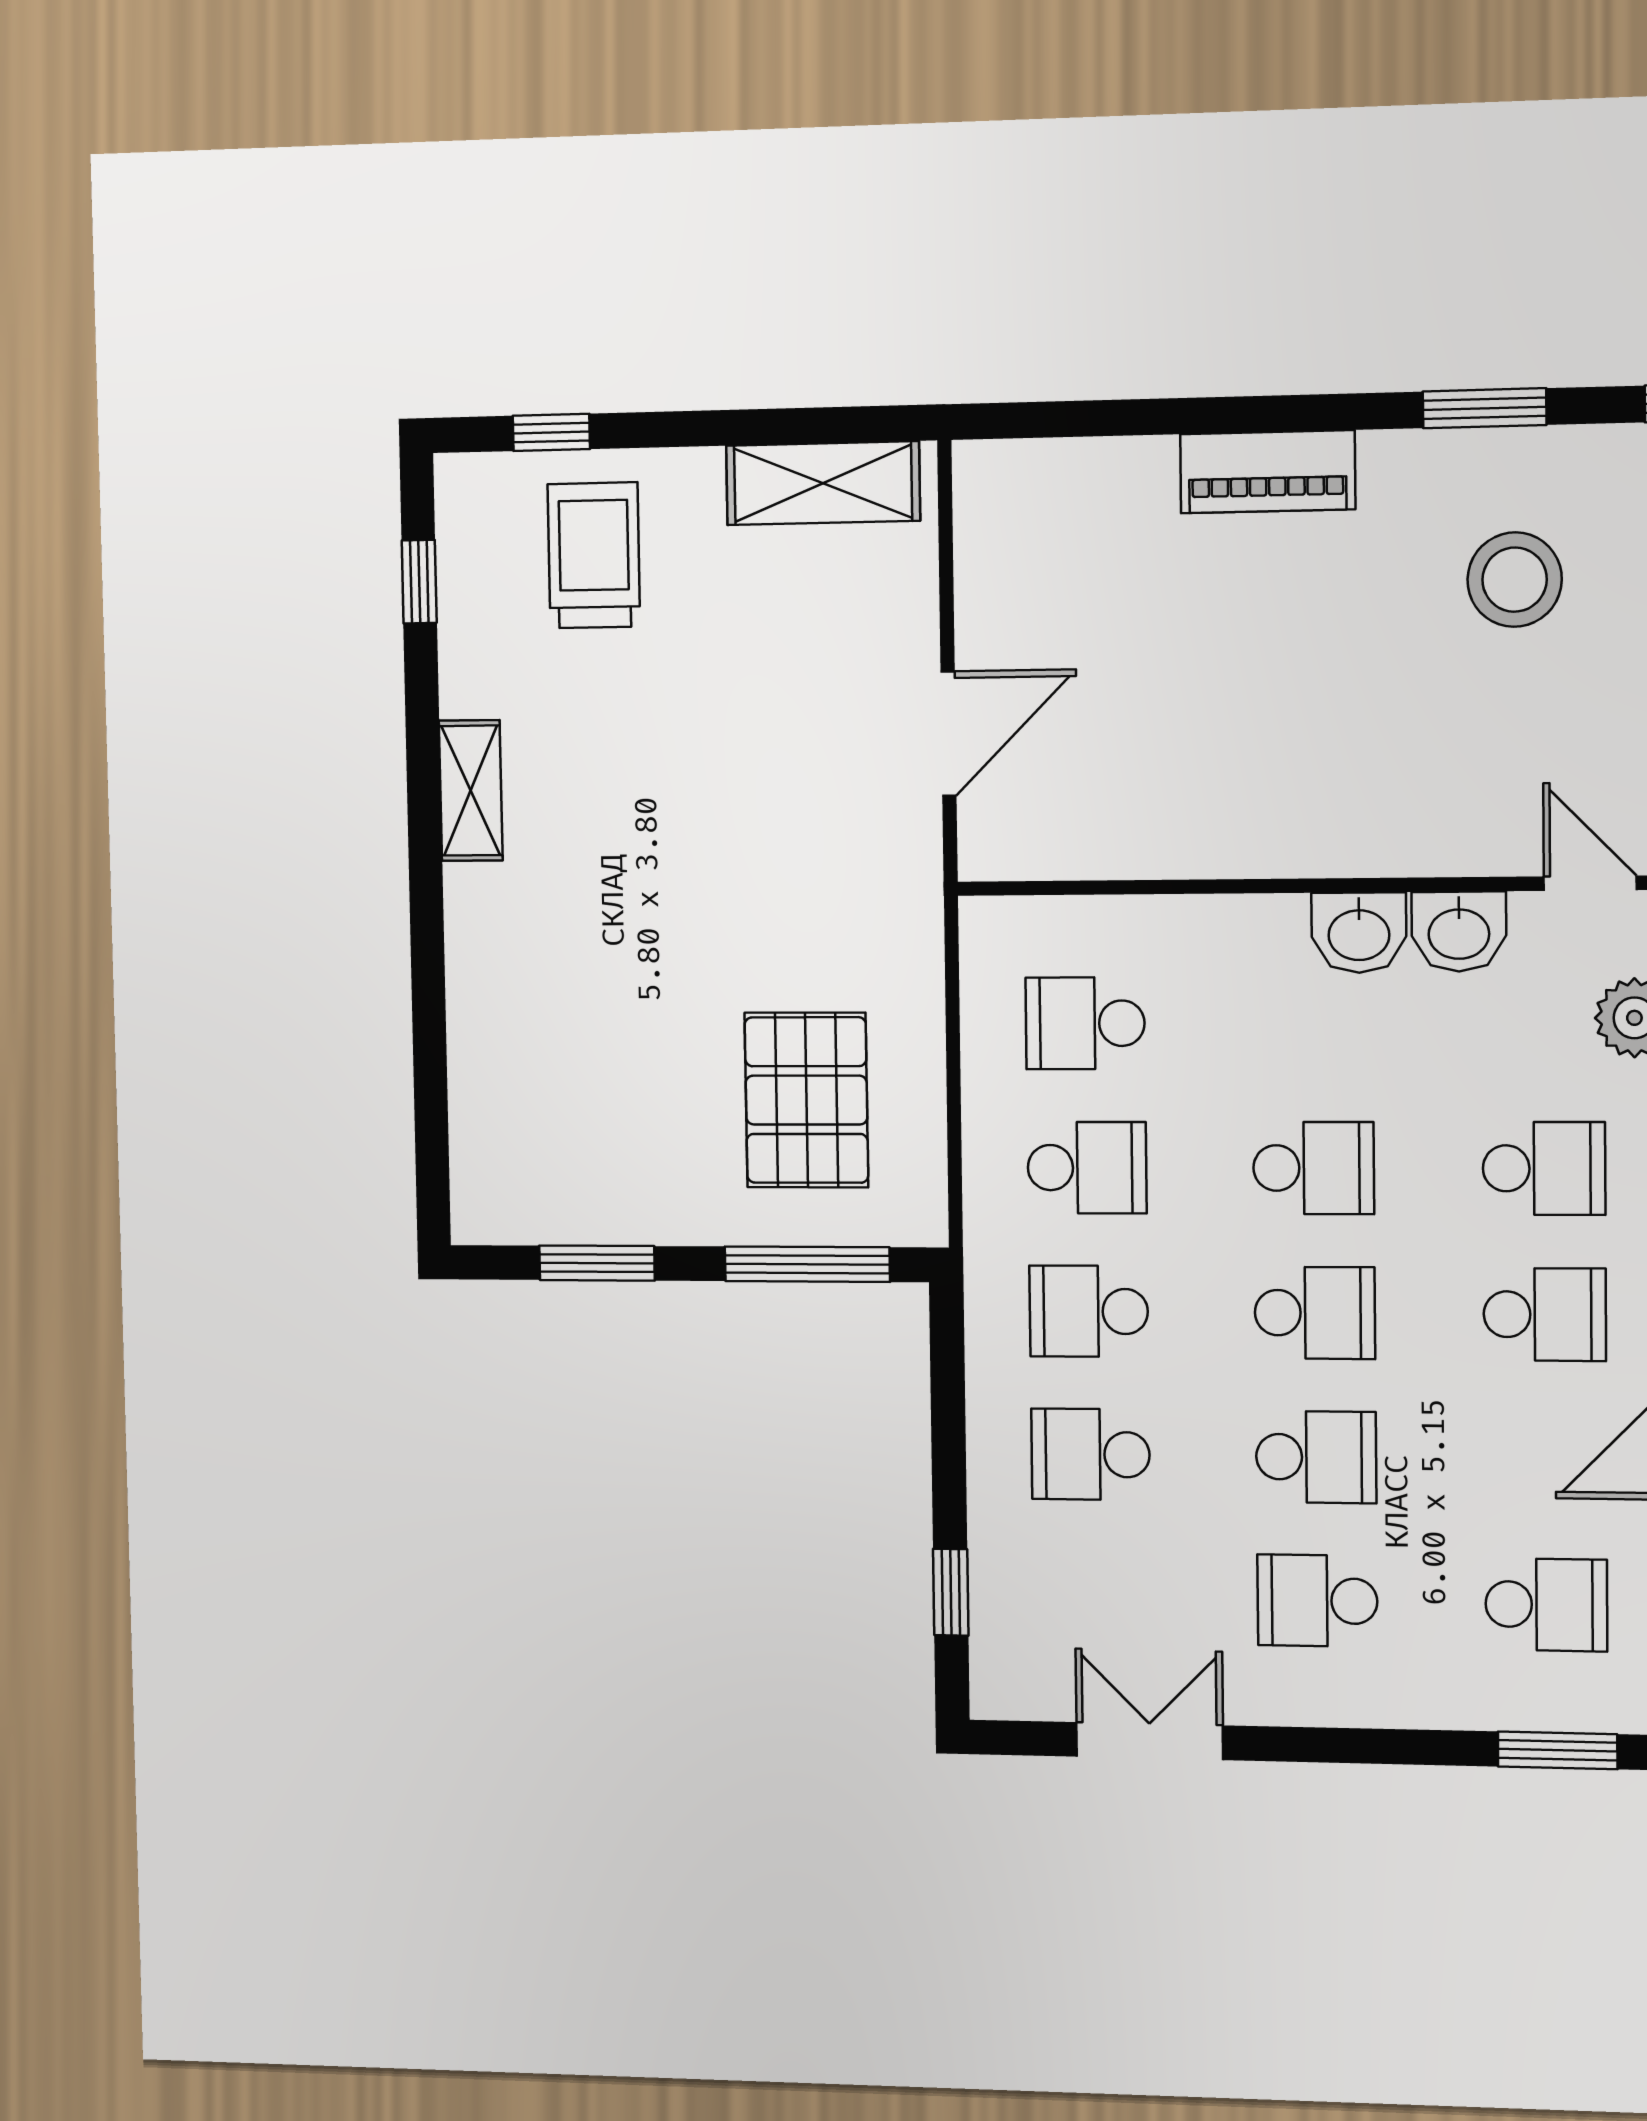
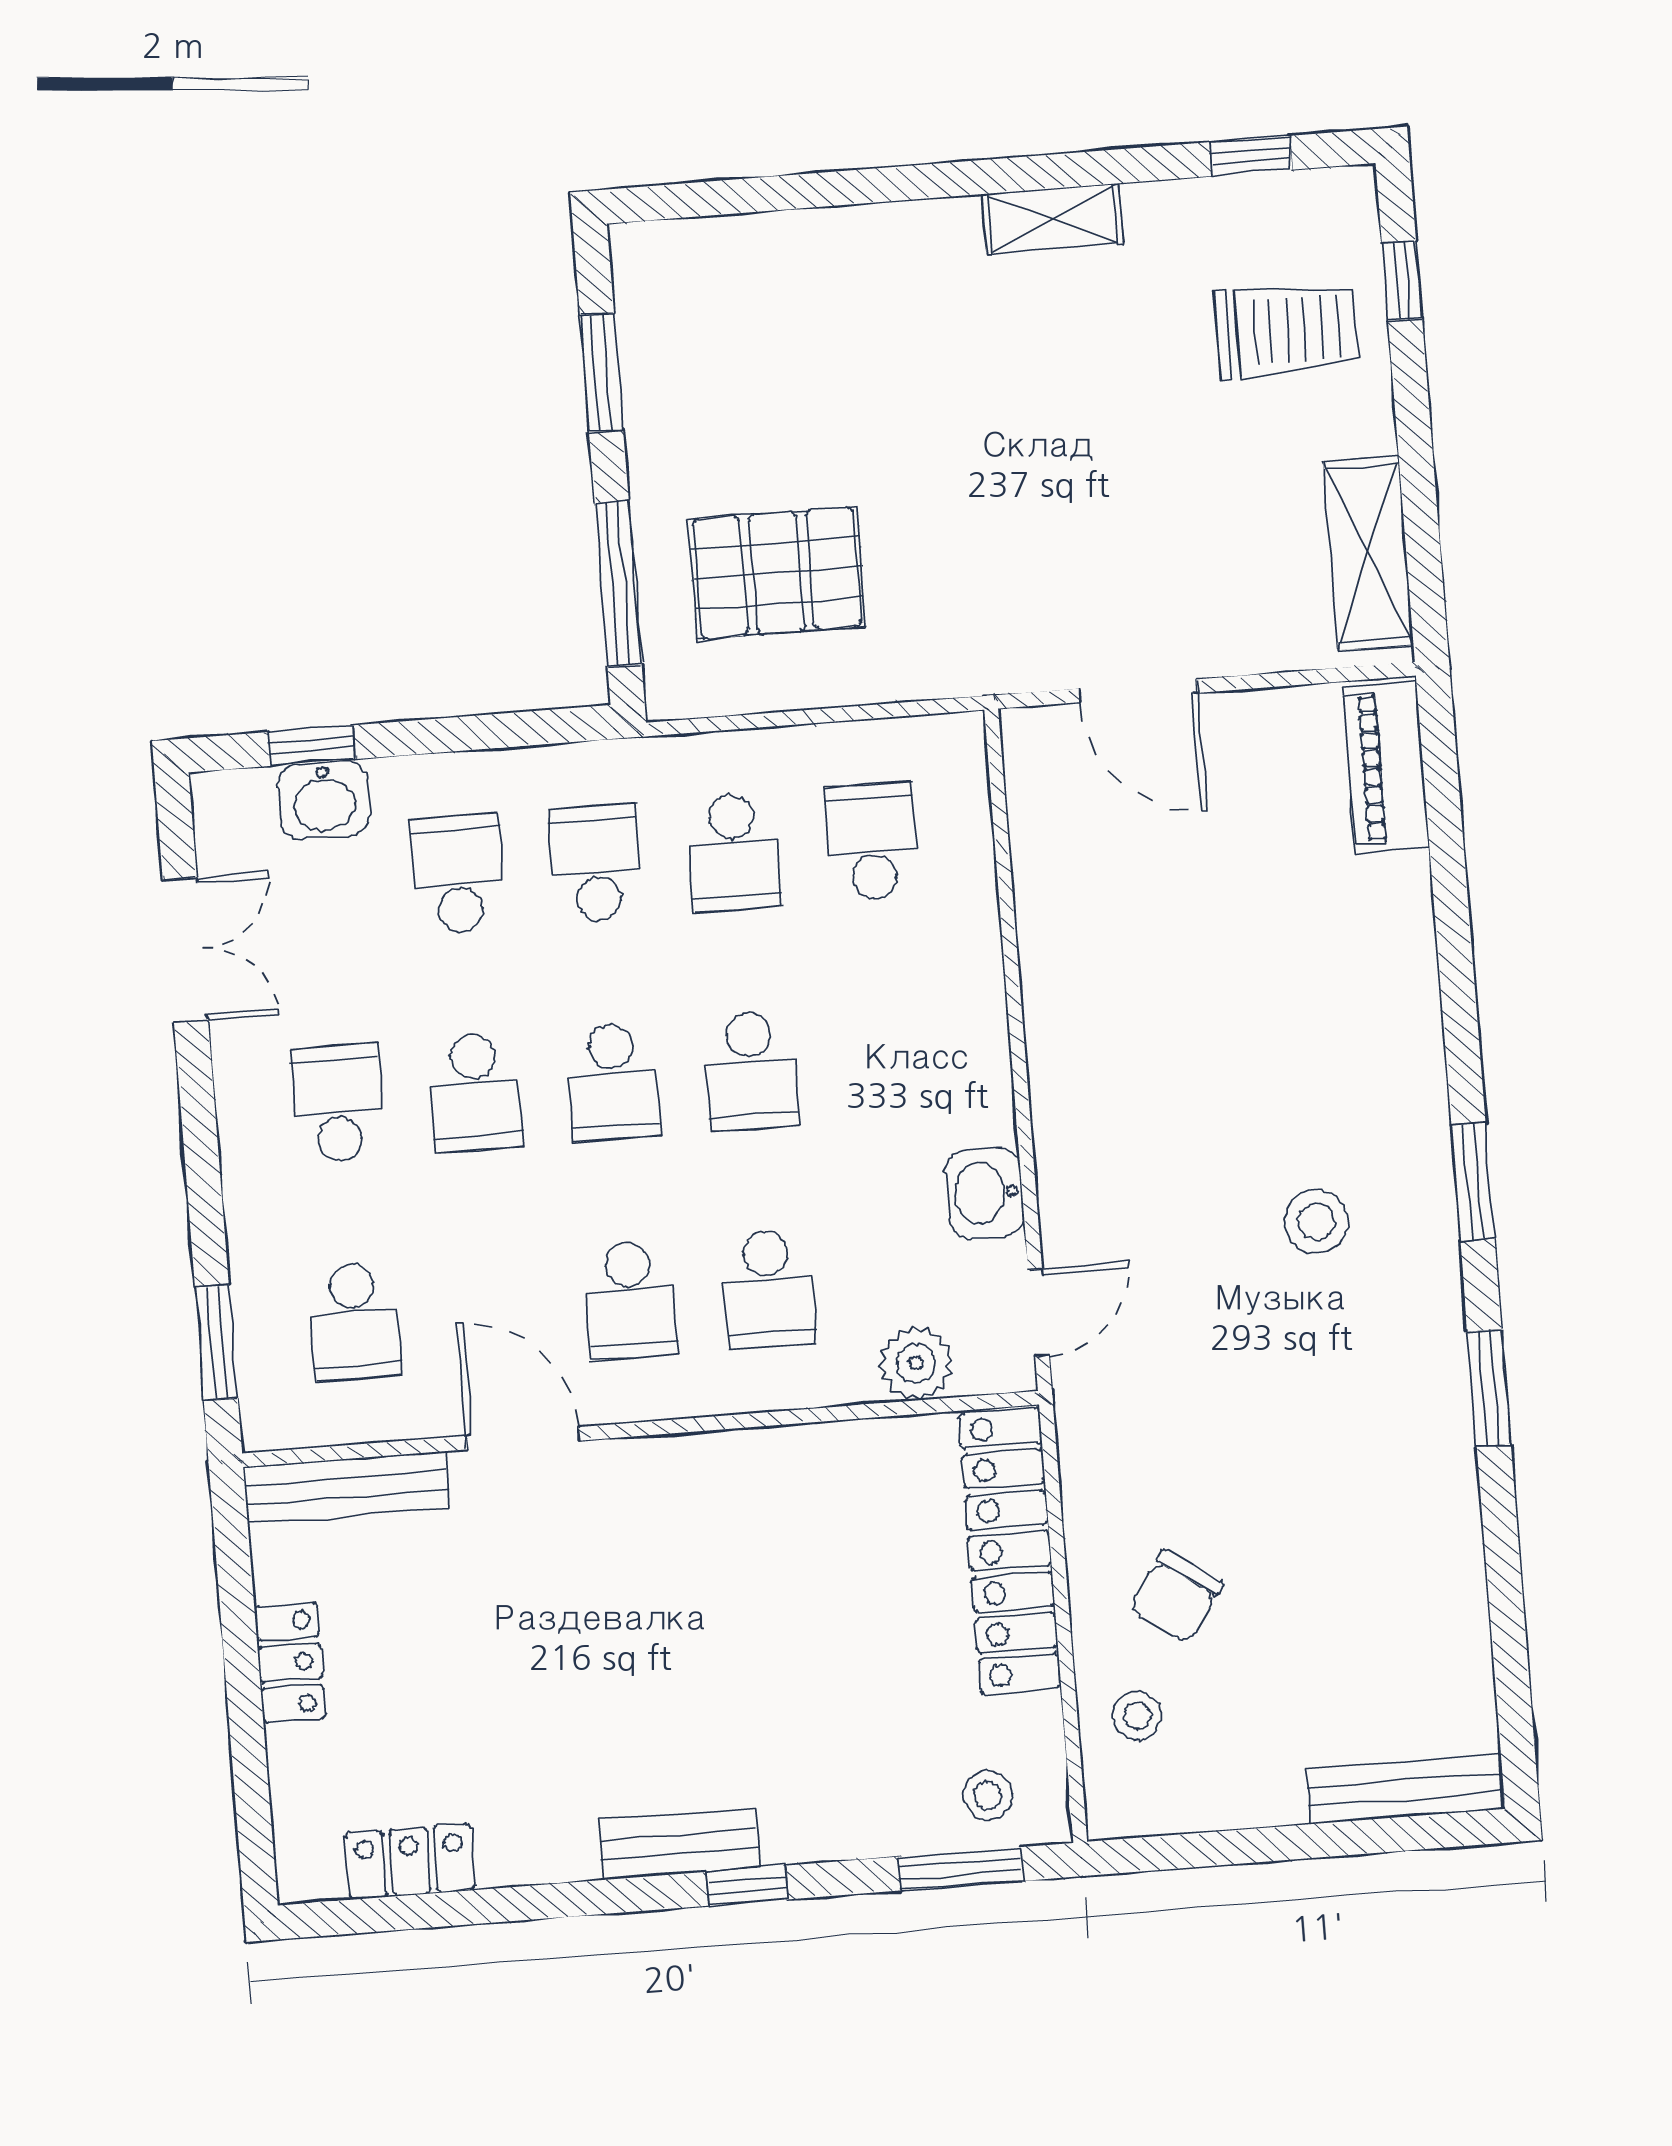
piano: (1268, 472) -> (1386, 767), moved
stool: (1515, 580) -> (1316, 1221), width x0.73, depth x0.73
washbasin: (1359, 933) -> (324, 800), moved, turned -90

